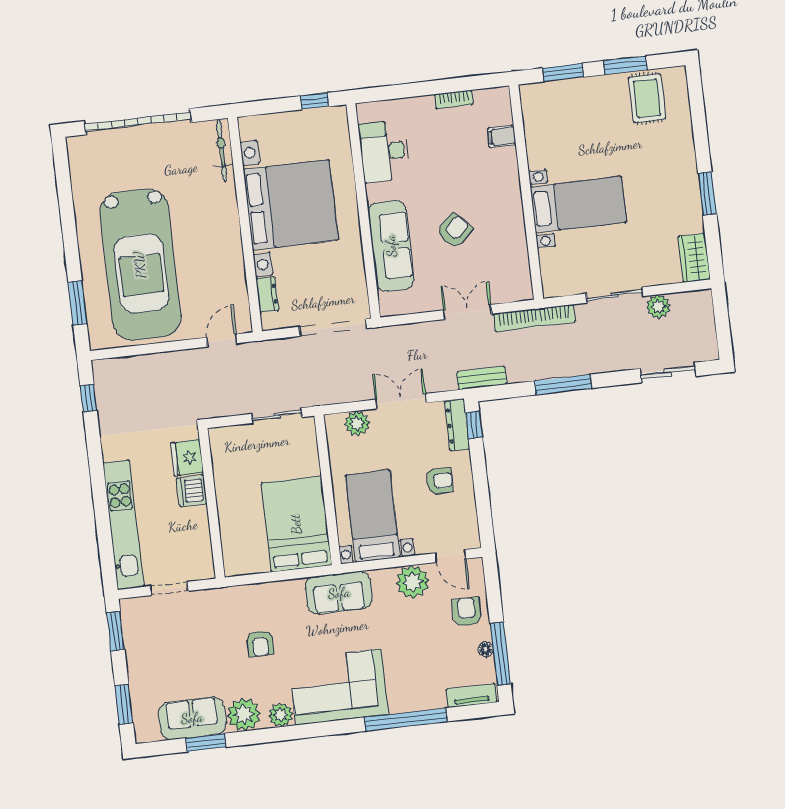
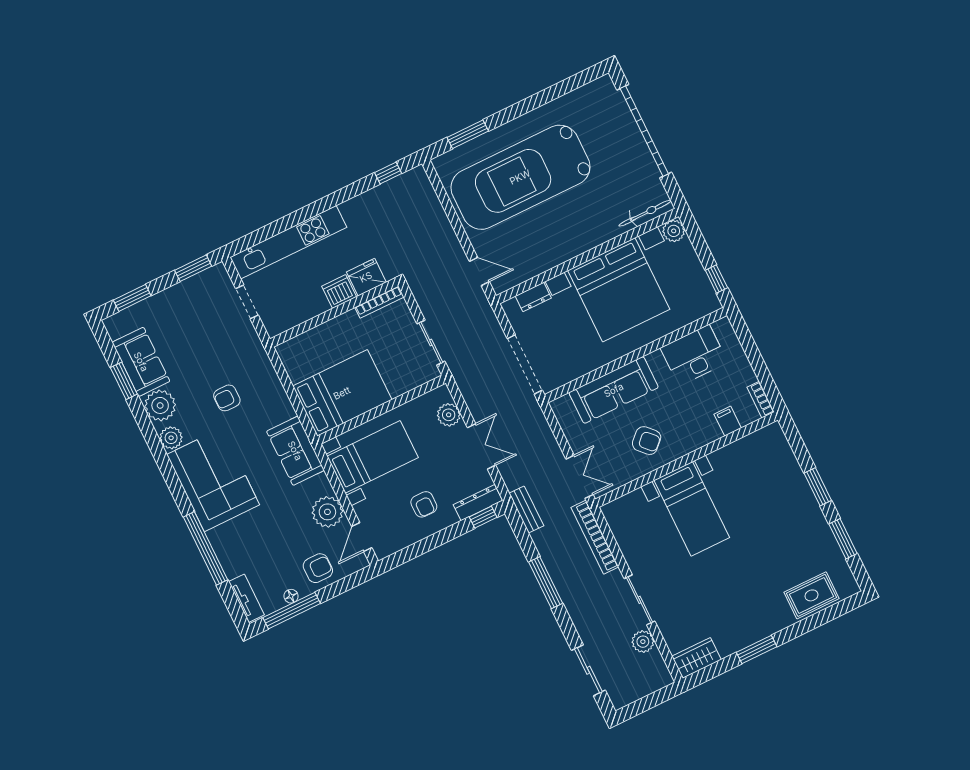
rug: (647, 98) -> (811, 595), moved
plant: (250, 127) -> (674, 231), added
filing cabinet: (502, 136) -> (728, 421), moved
wall: (526, 192) -> (687, 460), moved
bed with nightstands: (578, 205) -> (692, 509), moved
bookcase: (217, 454) -> (379, 302), added

